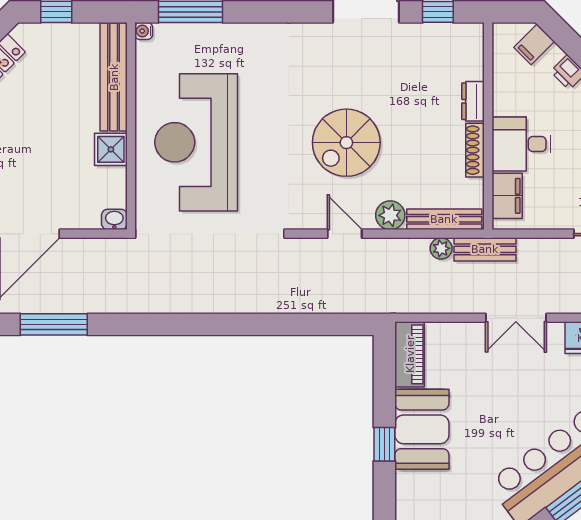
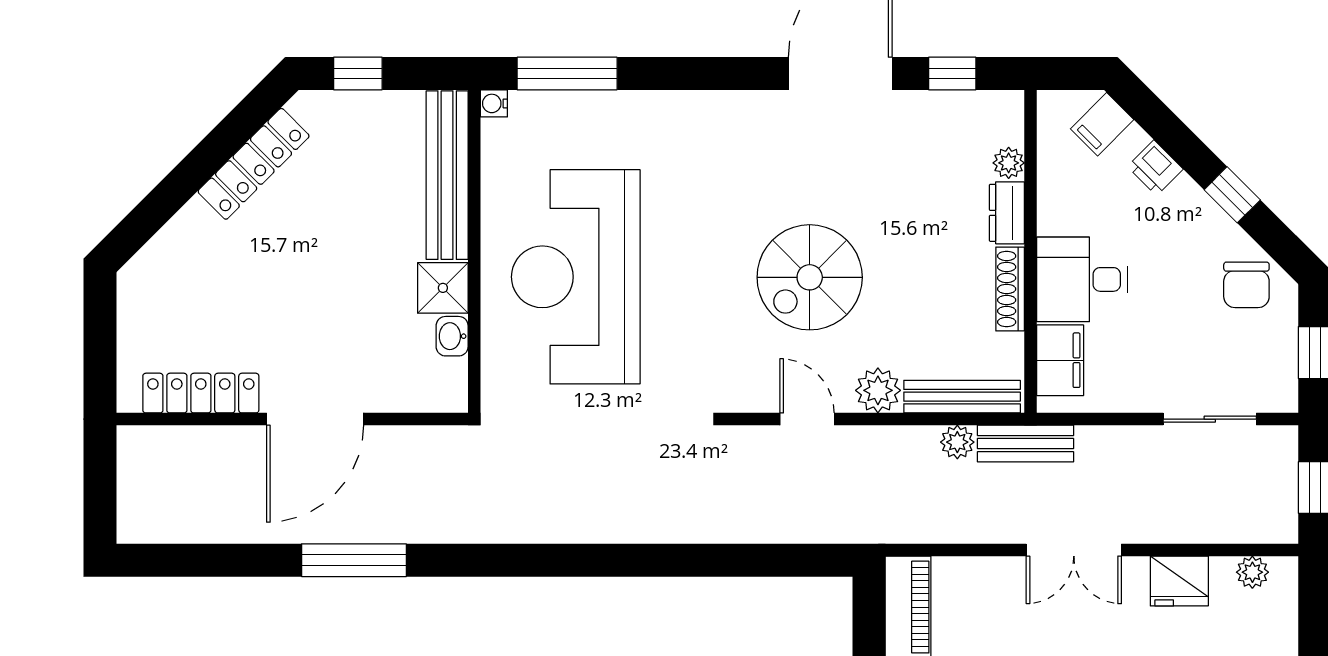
plant: (474, 69) -> (1009, 163), added
washbasin: (114, 219) -> (452, 336), moved, turned -90

